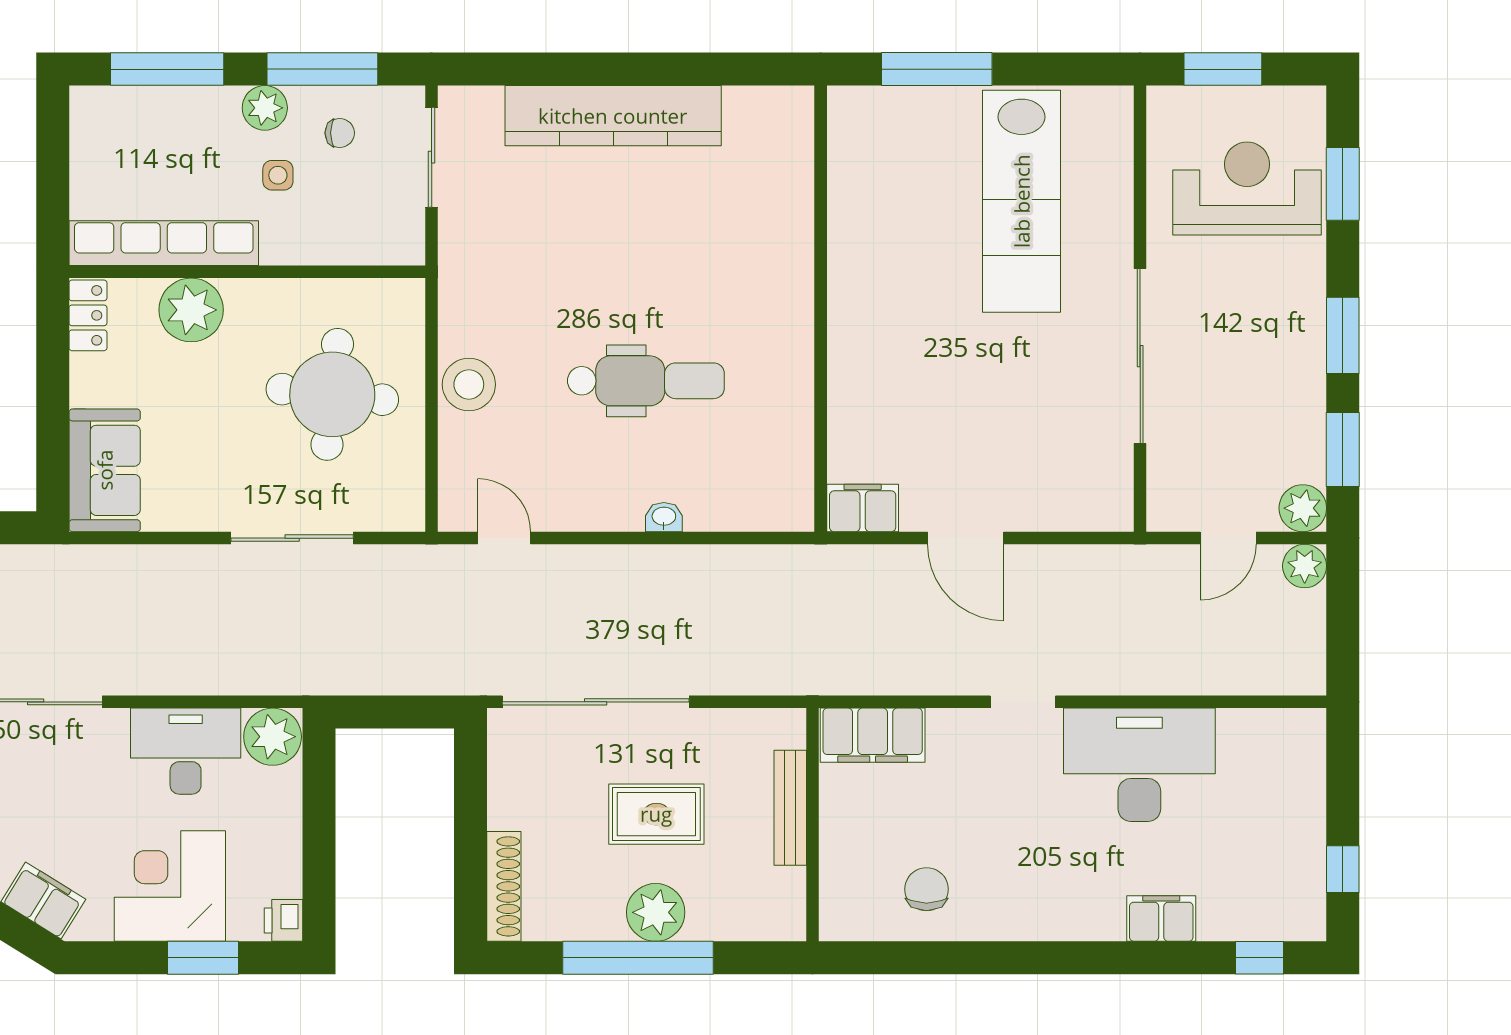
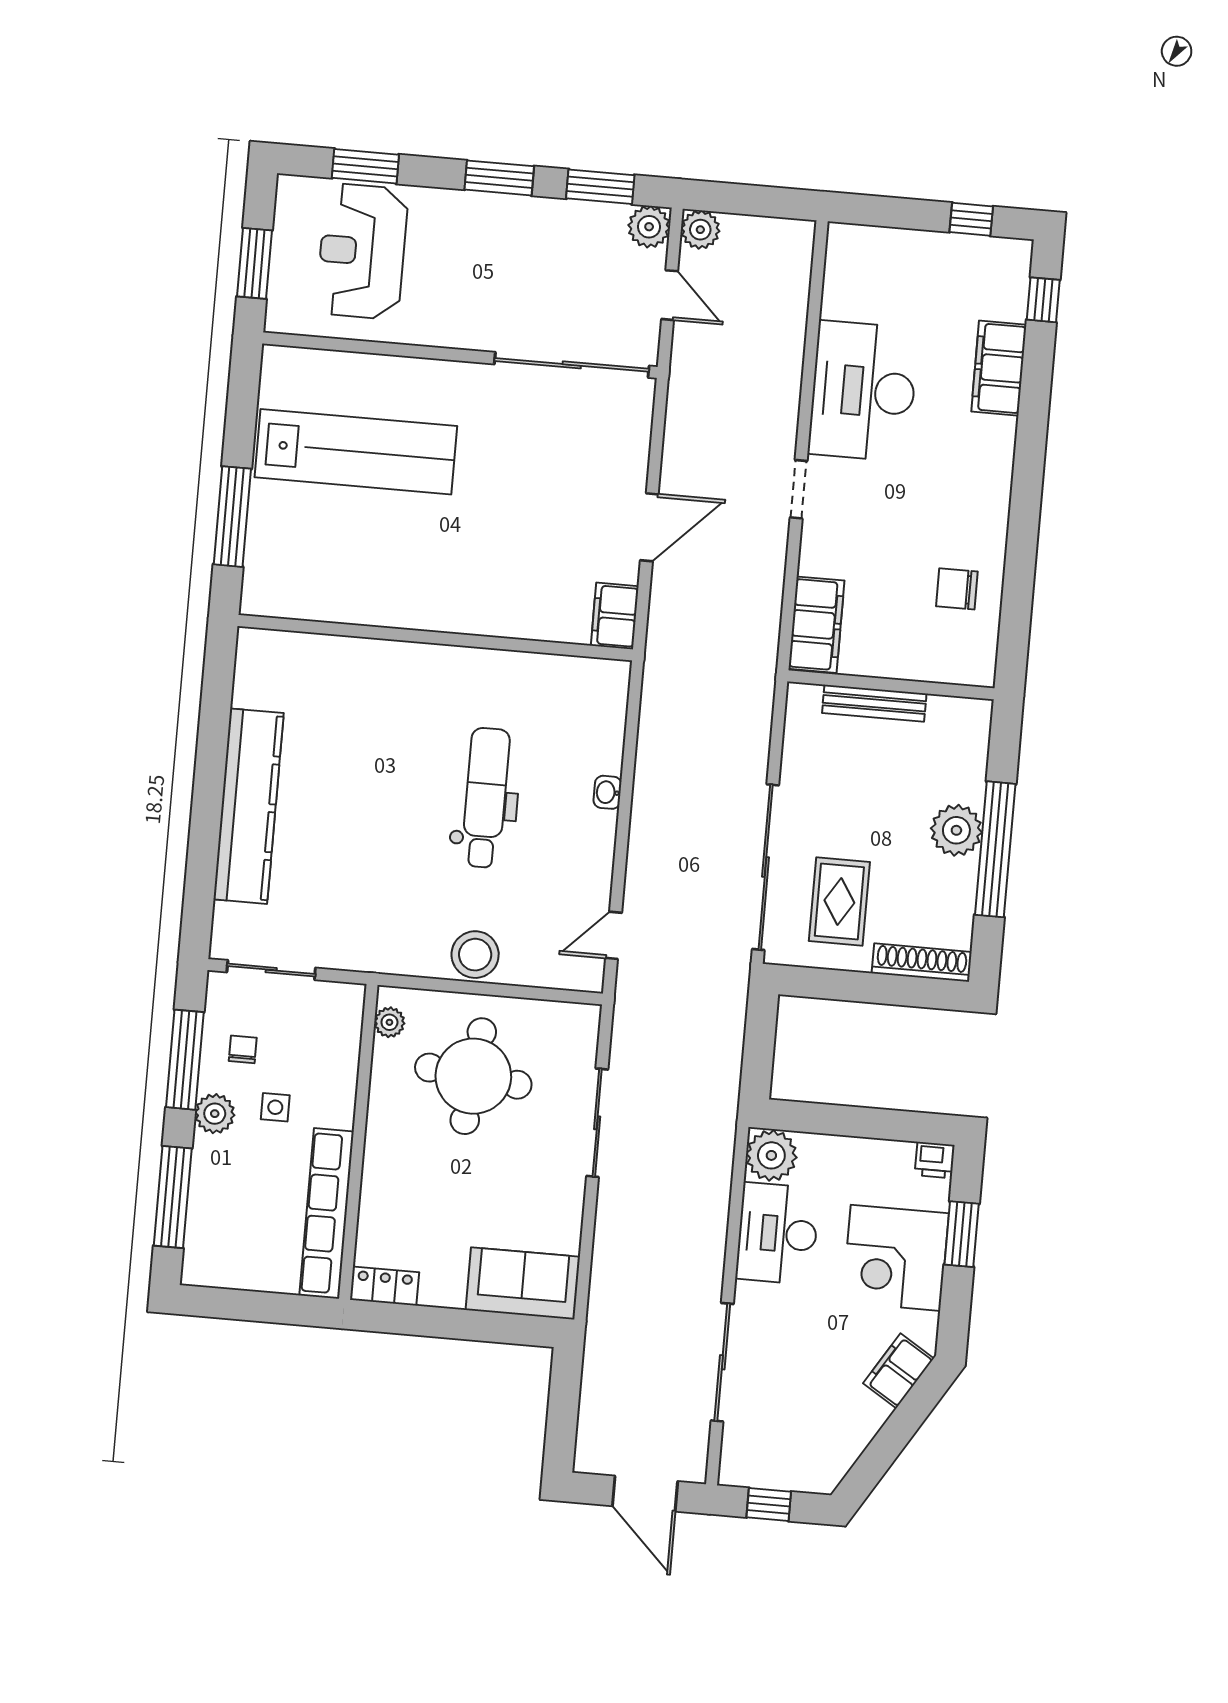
plant: (191, 310) -> (389, 1022), moved, width x0.53, depth x0.53
sliding door: (1140, 356) -> (572, 365), moved
rug: (656, 814) -> (839, 901), moved
filing cabinet: (1161, 919) -> (999, 368), width x1.50, depth x1.17

